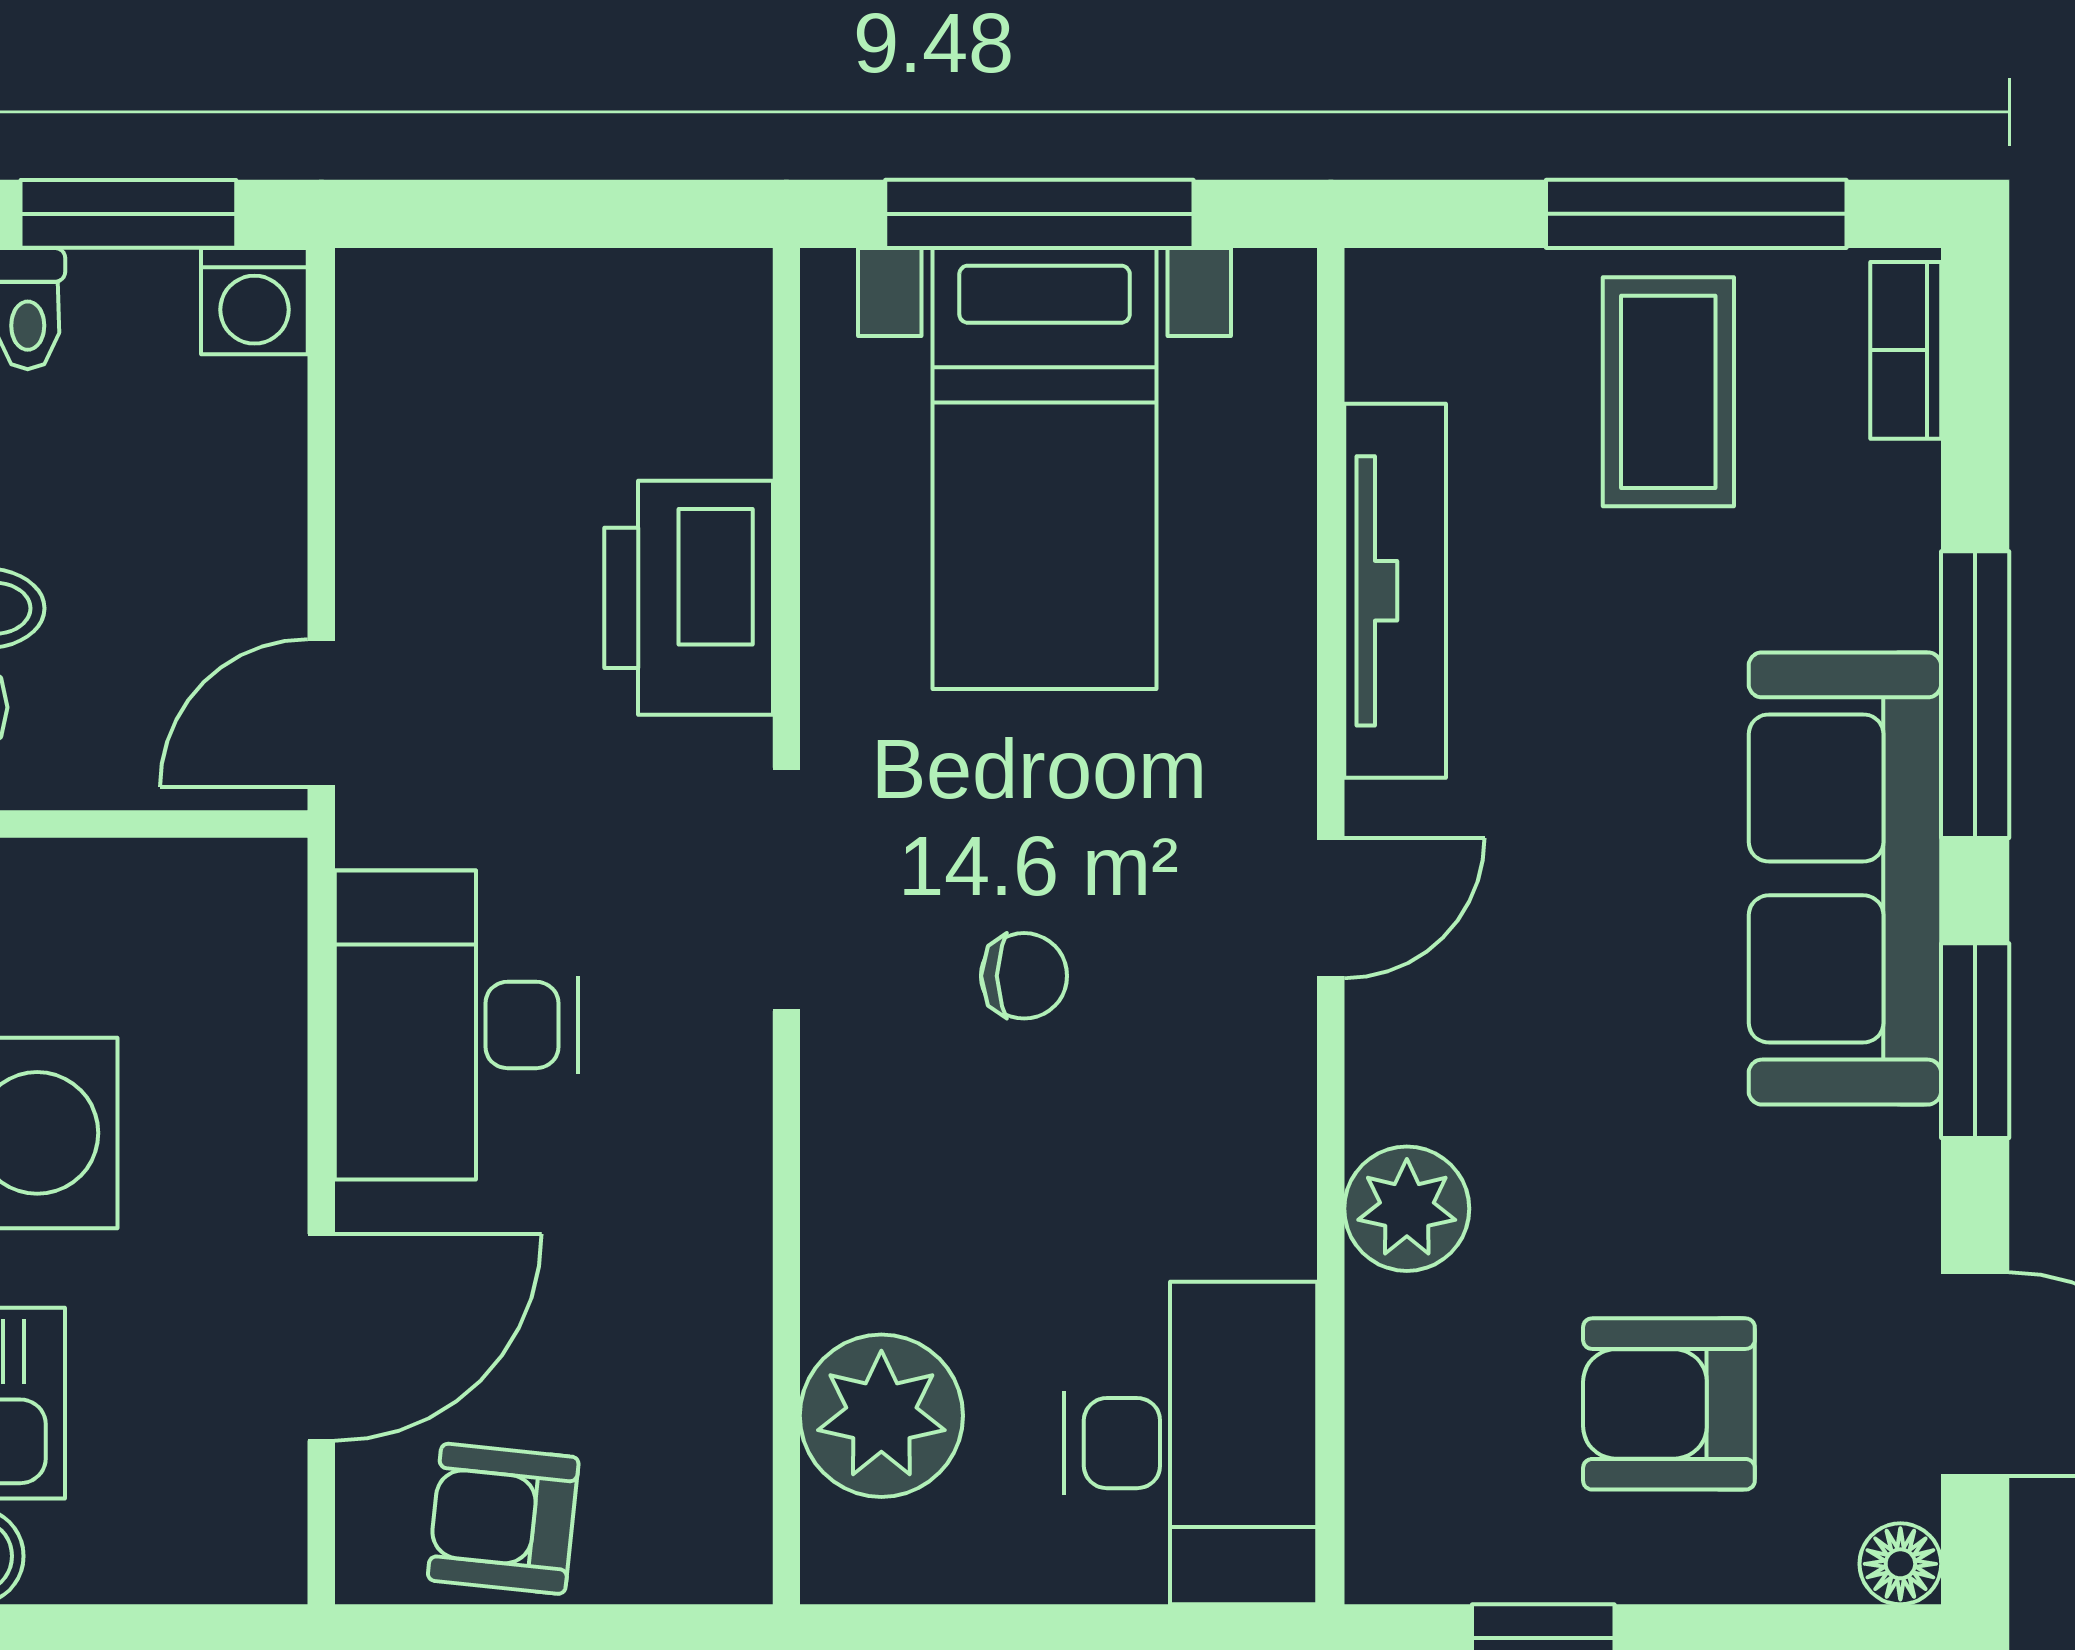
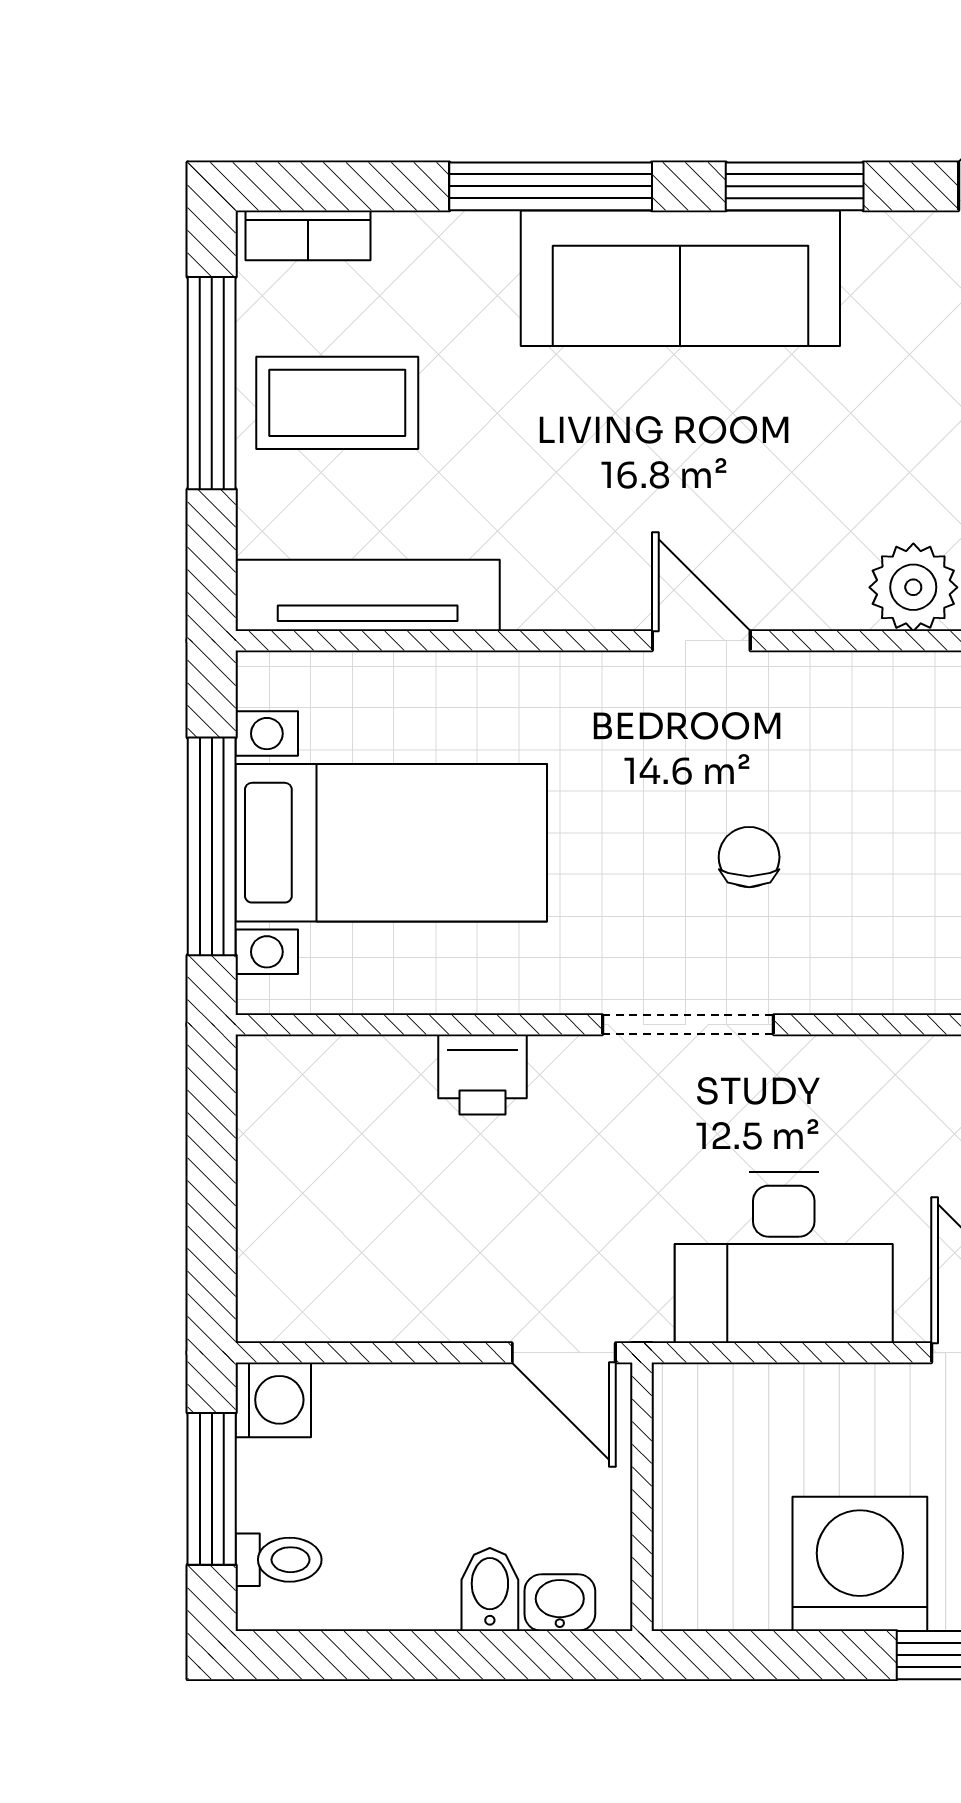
tv unit: (1395, 591) -> (368, 595), moved
printer: (689, 598) -> (482, 1074), width x0.53, depth x0.68

